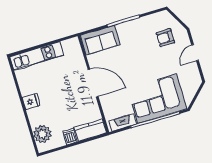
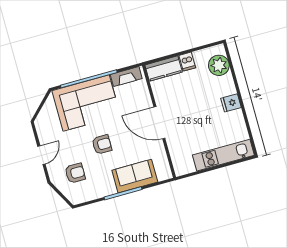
sofa: (100, 40) -> (135, 176), moved
armchair: (143, 63) -> (102, 144), added

